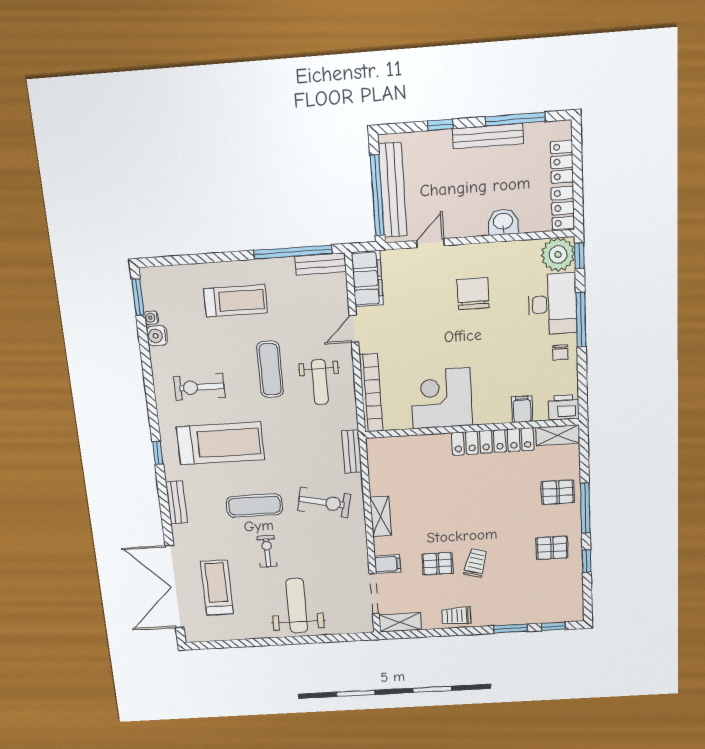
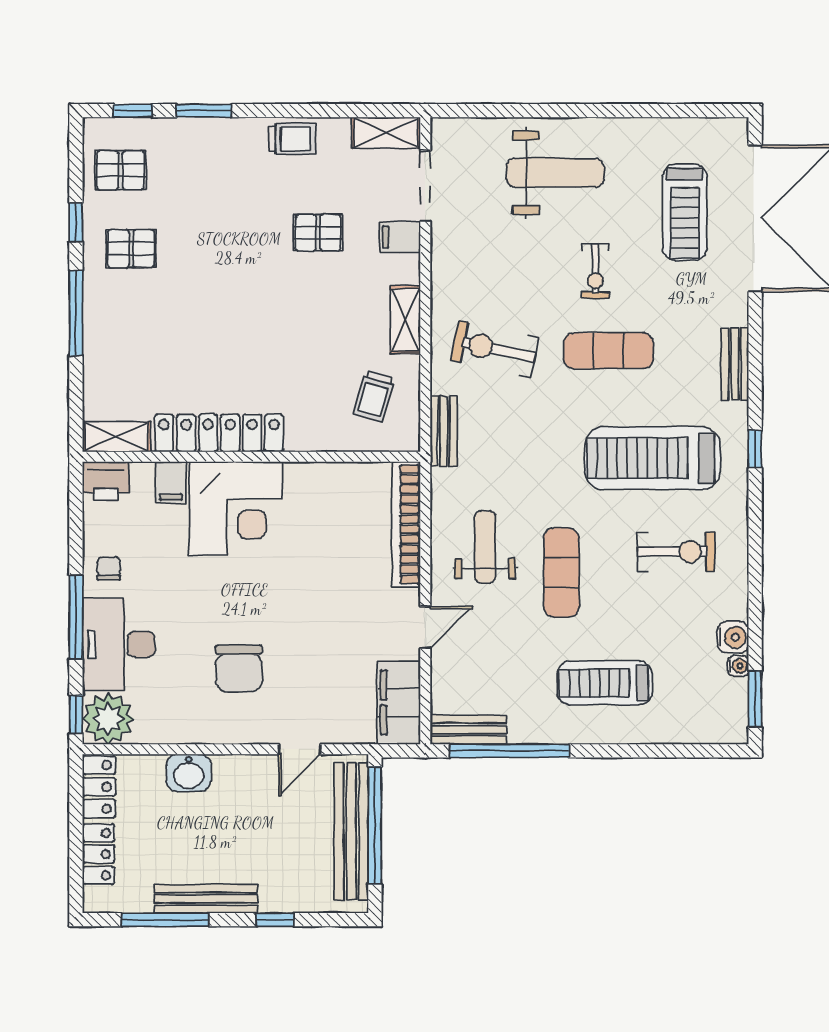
corner desk: (441, 398) -> (236, 508), moved
pallet: (558, 492) -> (120, 170), moved
trolley: (476, 563) -> (374, 396), moved
weight bench: (297, 606) -> (555, 173), turned -90

